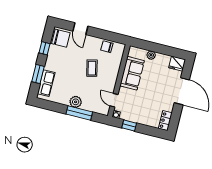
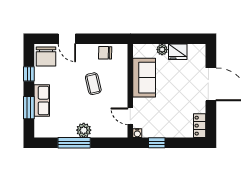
chair: (61, 38) -> (46, 57), turned 90
fridge: (177, 64) -> (178, 52), moved
row of seats: (46, 83) -> (42, 101), moved
window: (79, 113) -> (74, 143), moved

